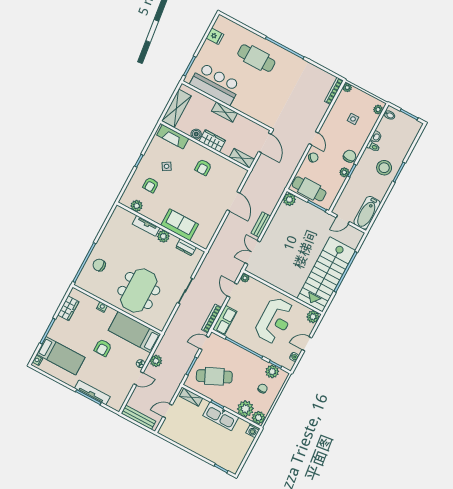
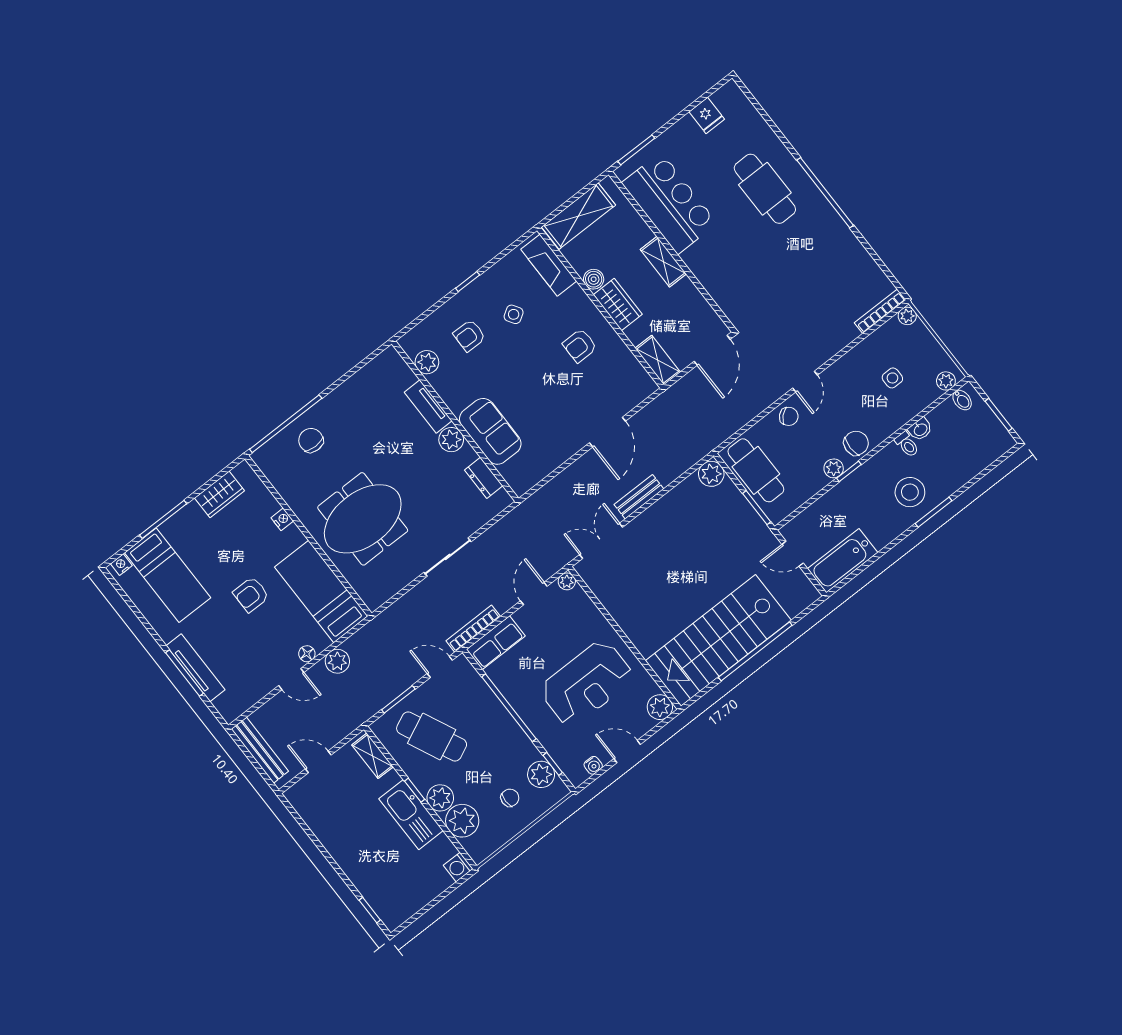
plant: (258, 418) -> (440, 798), moved

